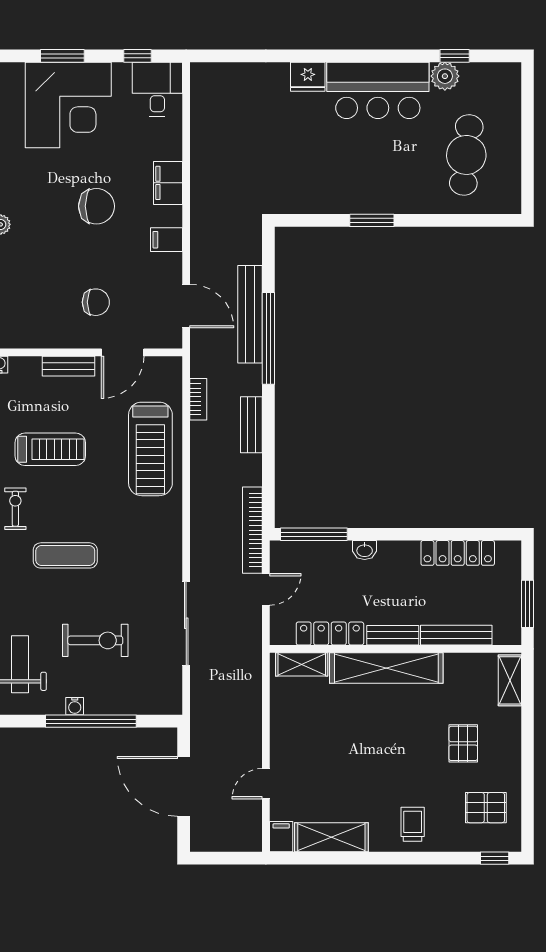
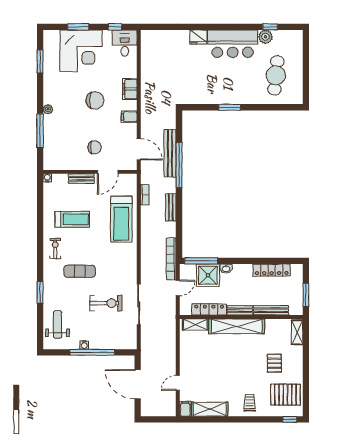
shower: (327, 564) -> (208, 275), added
exercise bike: (95, 640) -> (106, 303), moved
pallet: (486, 808) -> (285, 395), width x1.50, depth x1.42

